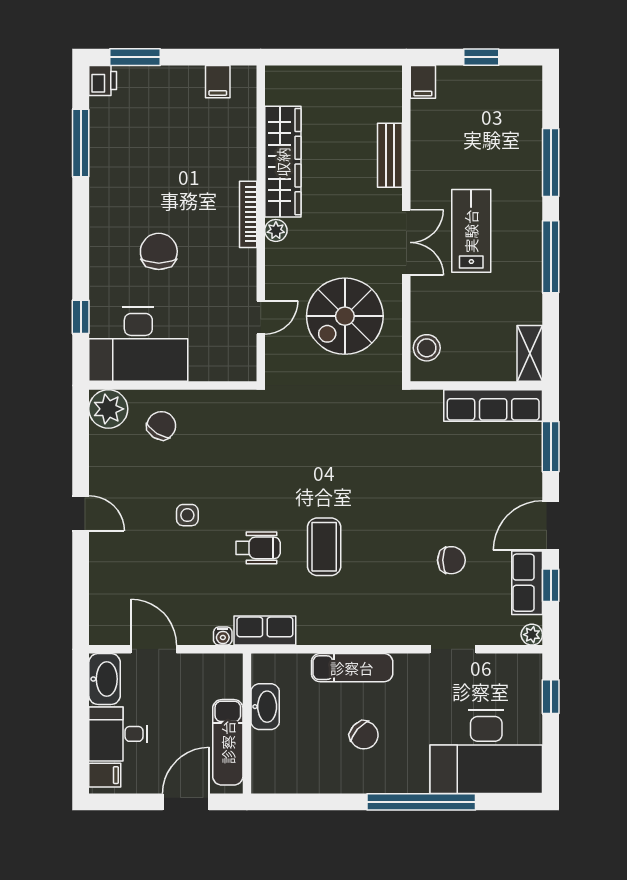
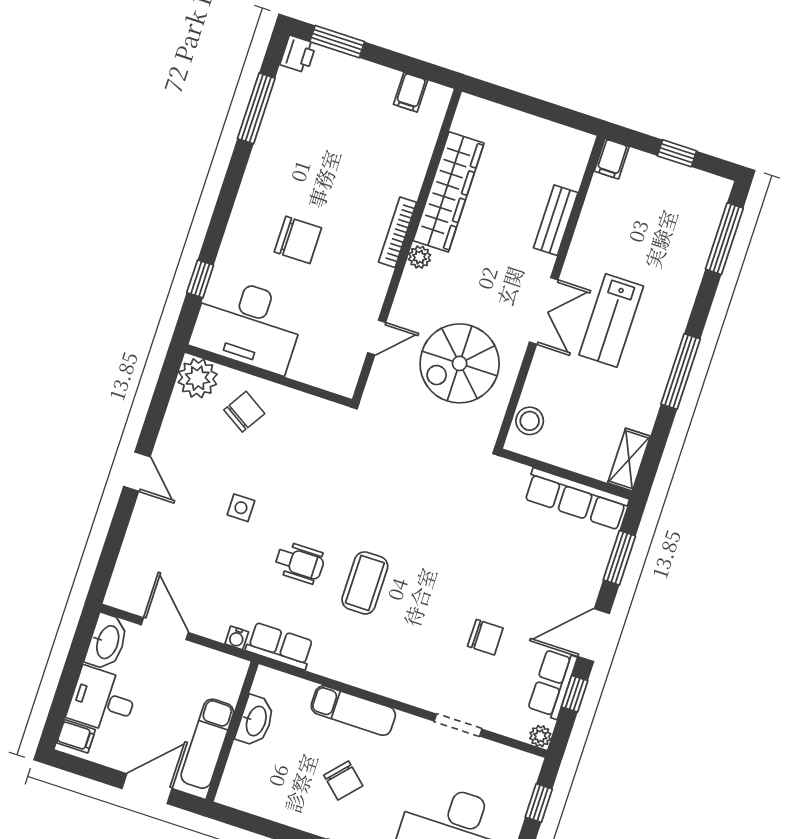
window: (551, 162) -> (724, 239), moved
lab bench: (471, 231) -> (611, 321), turned 180
chair: (159, 251) -> (298, 240), turned 90

